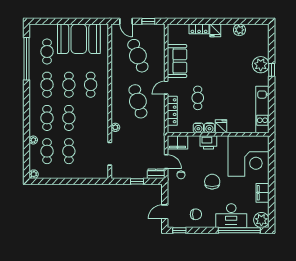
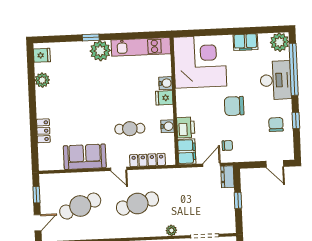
fridge: (215, 30) -> (42, 55), moved
plant: (261, 65) -> (100, 51), moved
water cooler: (209, 128) -> (166, 83), moved
printer: (208, 142) -> (186, 127), moved
window: (179, 230) -> (296, 120), moved

